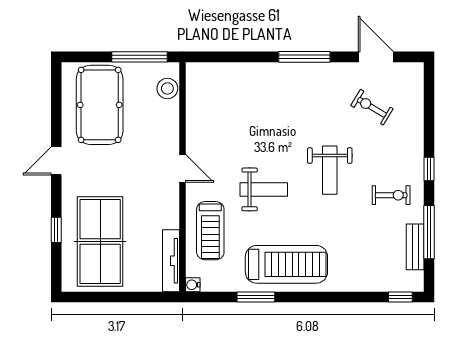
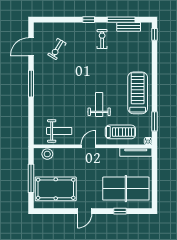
window: (140, 57) -> (31, 178), moved
door: (56, 161) -> (85, 211), hinge flipped
weight bench: (330, 170) -> (59, 131), moved
window: (256, 297) -> (154, 121), moved

